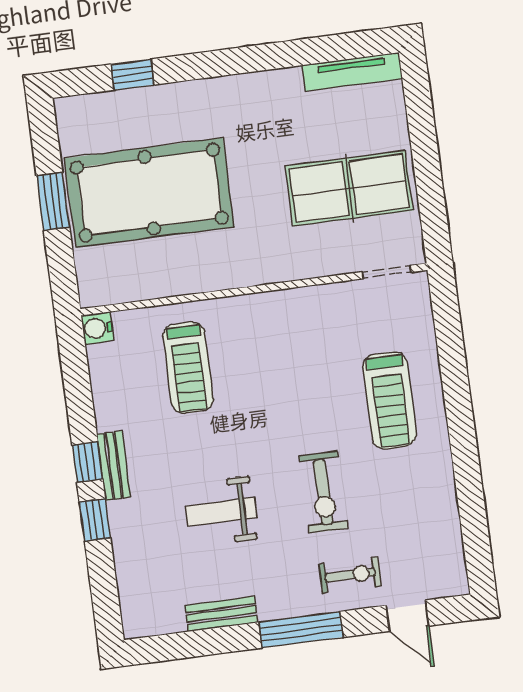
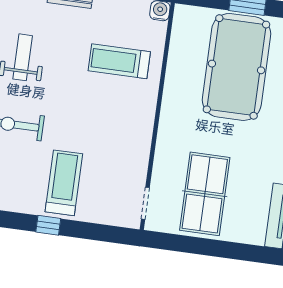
treadmill: (390, 400) -> (64, 183), turned 90
window: (459, 406) -> (48, 225), added

